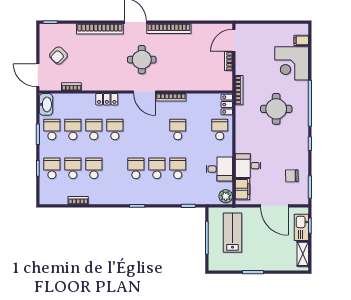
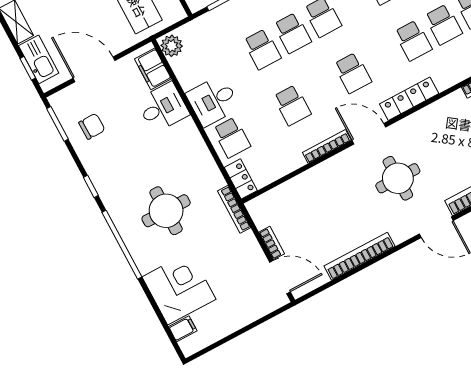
bookcase: (169, 29) -> (360, 256), moved
door: (234, 40) -> (280, 277), hinge flipped
locker: (107, 99) -> (409, 99), width x1.53
school desk: (115, 130) -> (353, 73), moved
desk: (219, 169) -> (213, 101), moved

